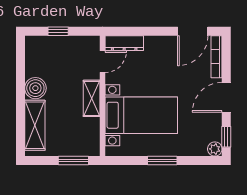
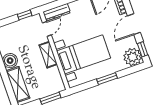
window: (58, 31) -> (25, 15), moved
plant: (215, 149) -> (133, 57), width x1.87, depth x1.87

